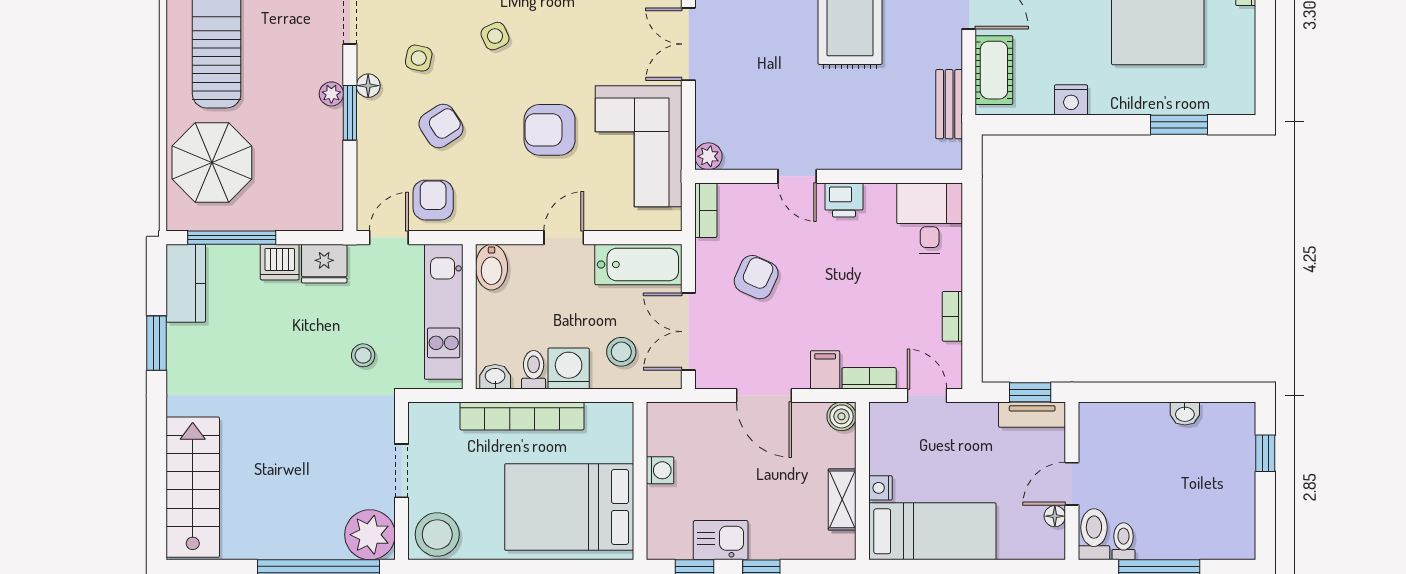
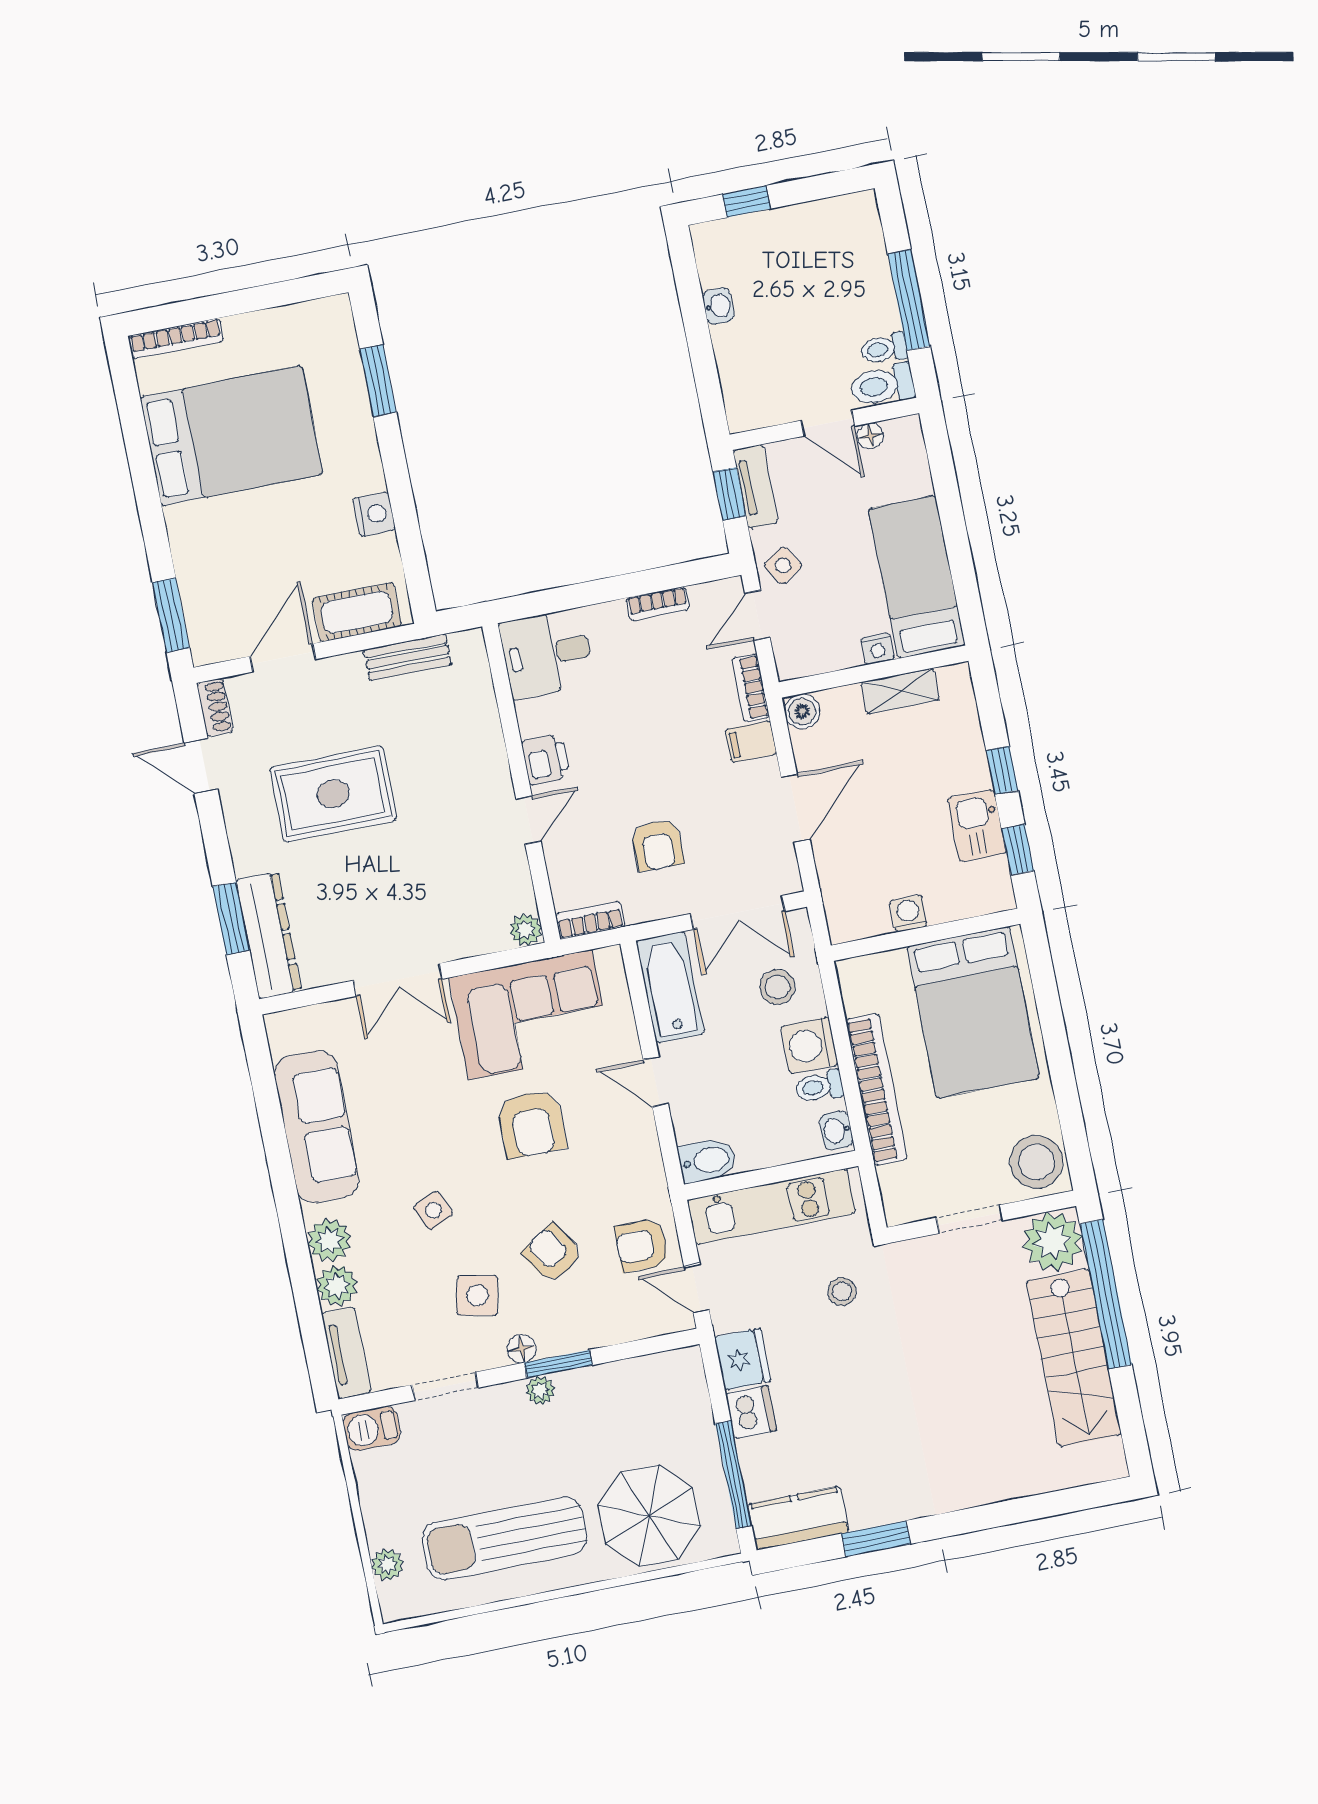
side table: (419, 58) -> (477, 1295), width x1.37, depth x1.37
armchair: (756, 277) -> (657, 845), turned -114
side table: (963, 424) -> (783, 565), added
stairs: (193, 487) -> (1074, 1358), moved, turned -90

